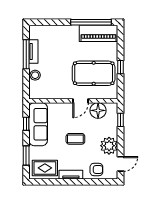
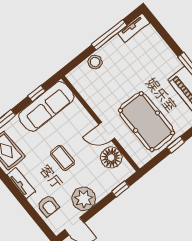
tv unit: (33, 51) -> (134, 28), moved

